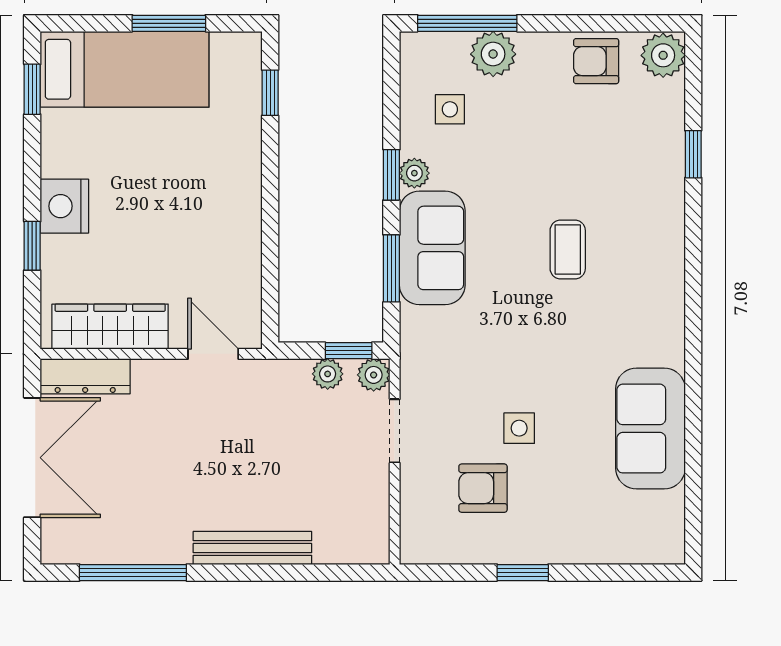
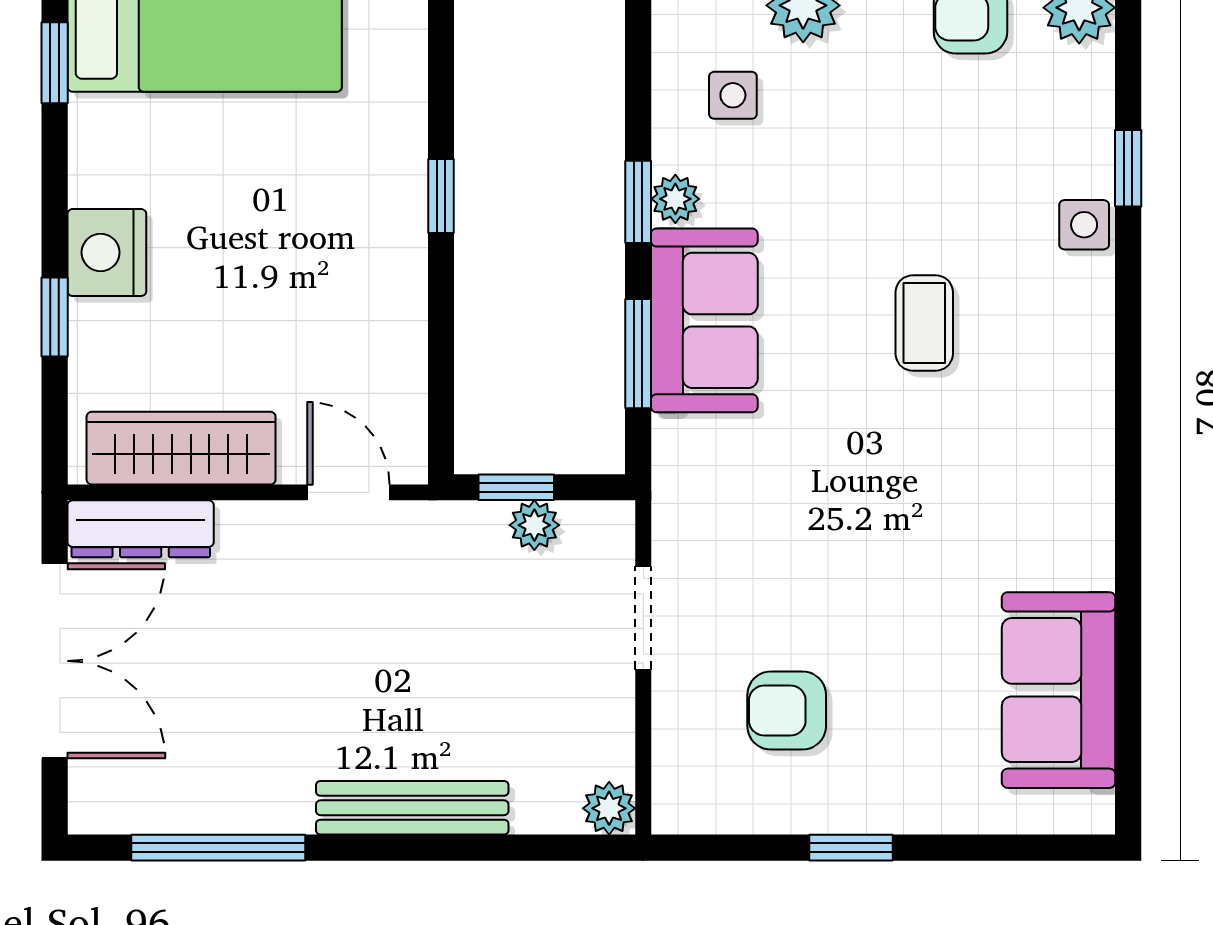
window: (270, 93) -> (441, 196), moved
window: (349, 351) -> (516, 487), moved
plant: (374, 375) -> (609, 808), moved
side table: (519, 428) -> (1084, 225), moved
sofa: (650, 429) -> (1059, 690), moved

